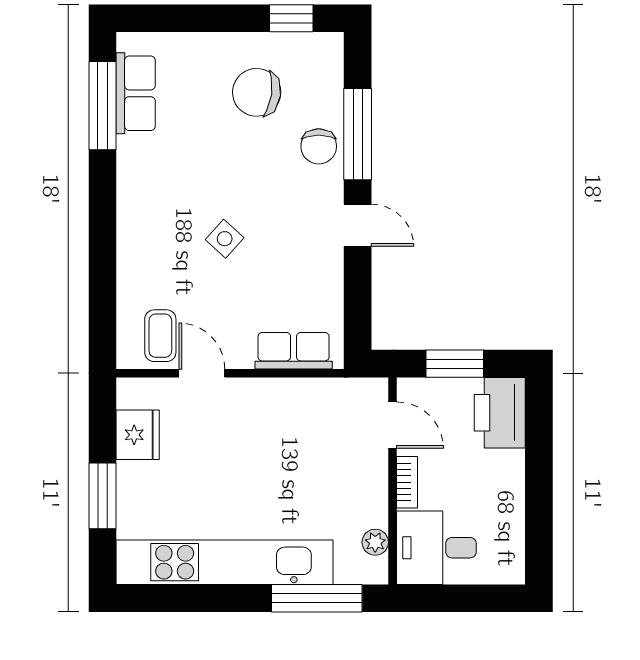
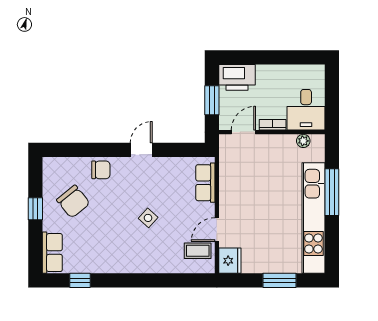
window: (291, 18) -> (35, 209), moved
chair: (257, 92) -> (73, 202), turned -47
row of seats: (136, 93) -> (52, 253), moved, turned 90
window: (102, 106) -> (80, 280), width x0.46
window: (358, 134) -> (95, 150), removed
fridge: (138, 435) -> (230, 261), moved, turned 90
window: (317, 598) -> (332, 192), moved

